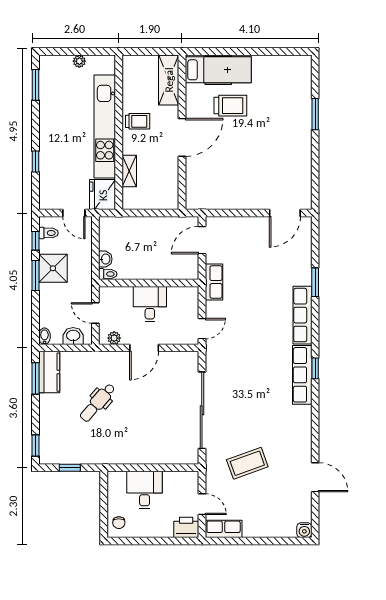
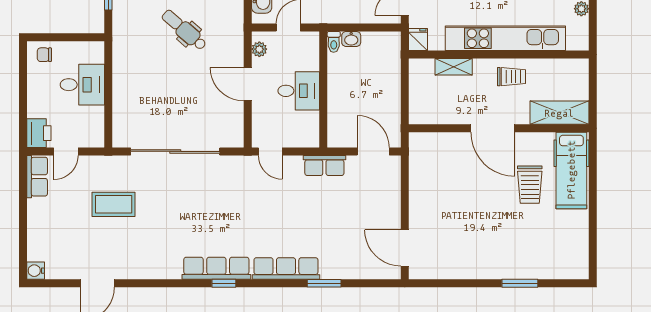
trolley: (138, 121) -> (511, 77), turned -90
fridge: (103, 195) -> (418, 40), width x0.53, depth x0.75
coffee table: (247, 463) -> (114, 204), turned -70

